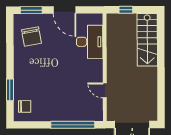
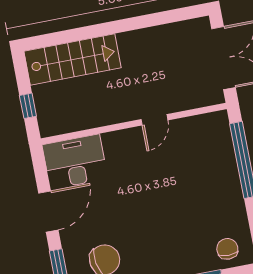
desk: (90, 42) -> (75, 162), moved
door: (105, 90) -> (154, 120), moved

